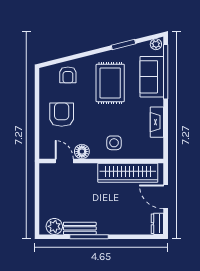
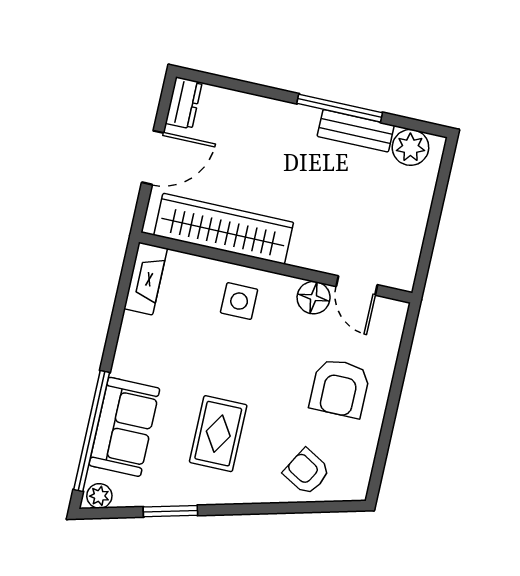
armchair: (68, 75) -> (307, 472), turned -60
rug: (110, 83) -> (218, 434), width x0.73, depth x0.70
fireplace: (157, 122) -> (146, 278), moved
door: (166, 197) -> (153, 158), hinge flipped

